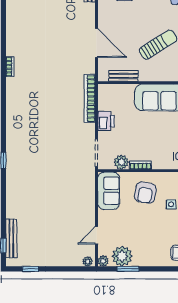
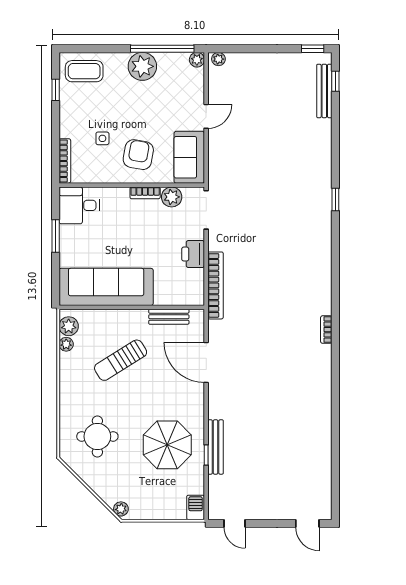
door: (96, 235) -> (206, 116), moved
plant: (122, 256) -> (142, 66), moved
window: (31, 269) -> (313, 49), moved
window: (128, 269) -> (162, 49), width x2.11

